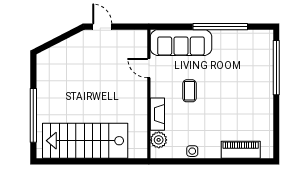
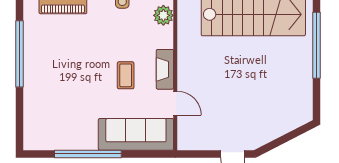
window: (276, 68) -> (19, 54), moved
fireplace: (157, 114) -> (165, 69), moved

